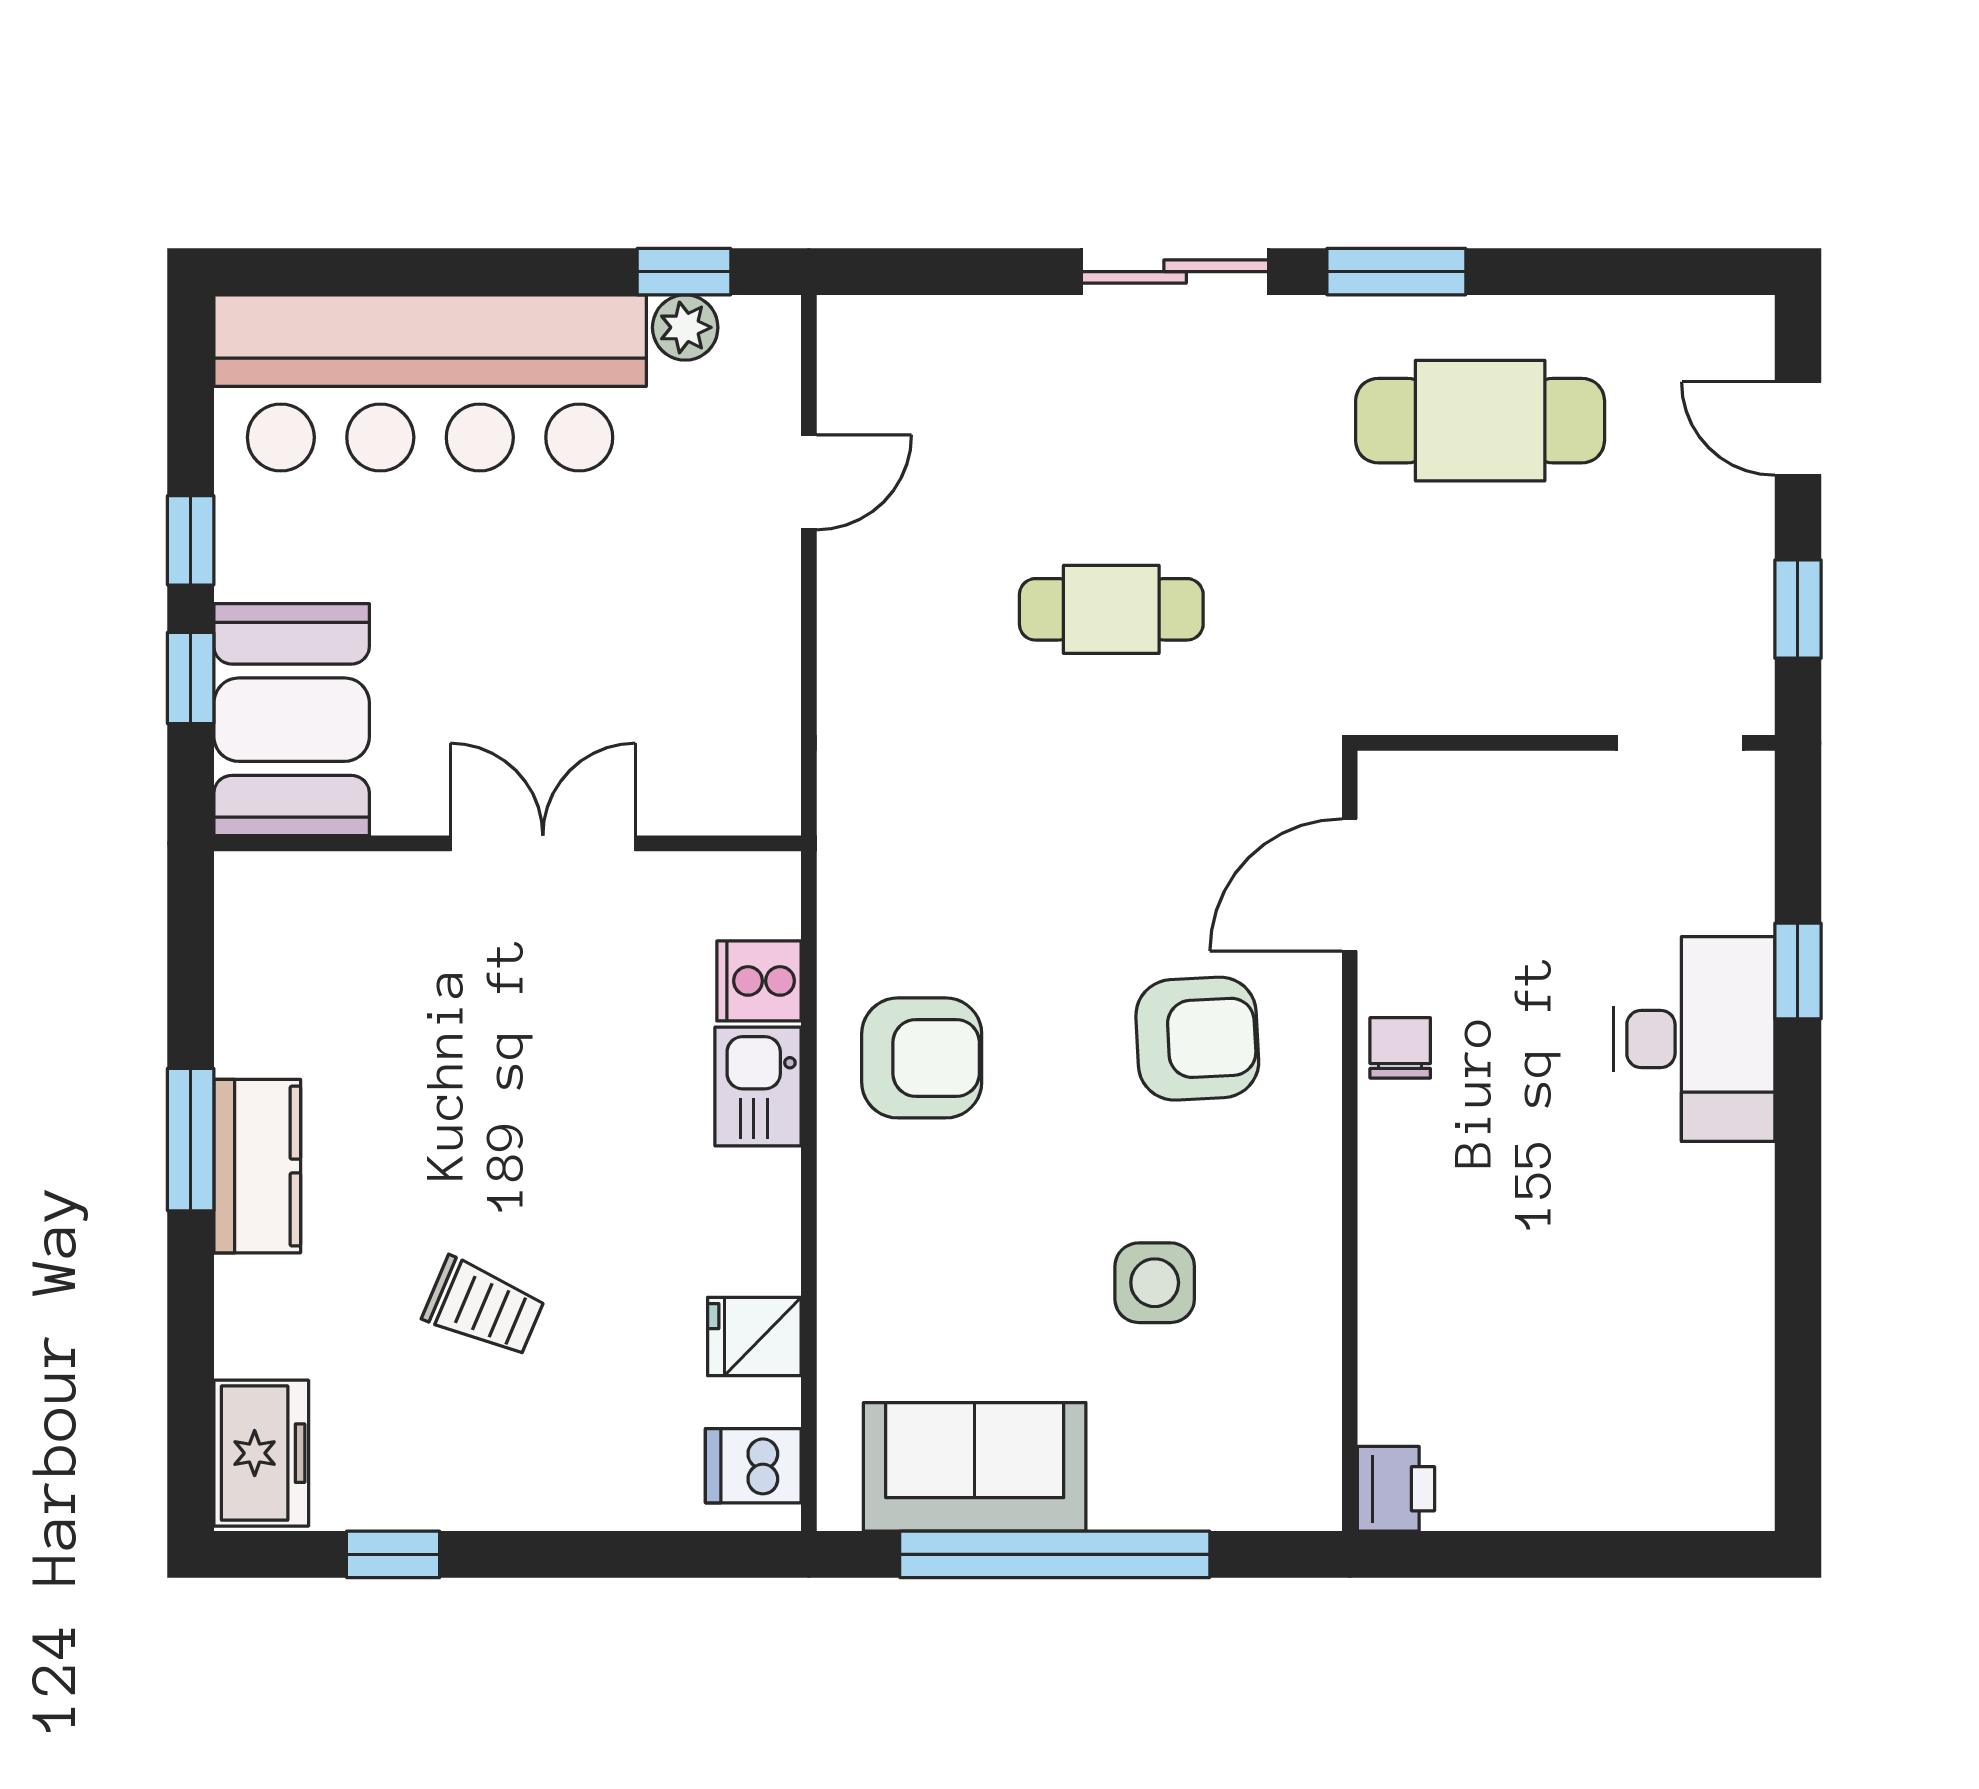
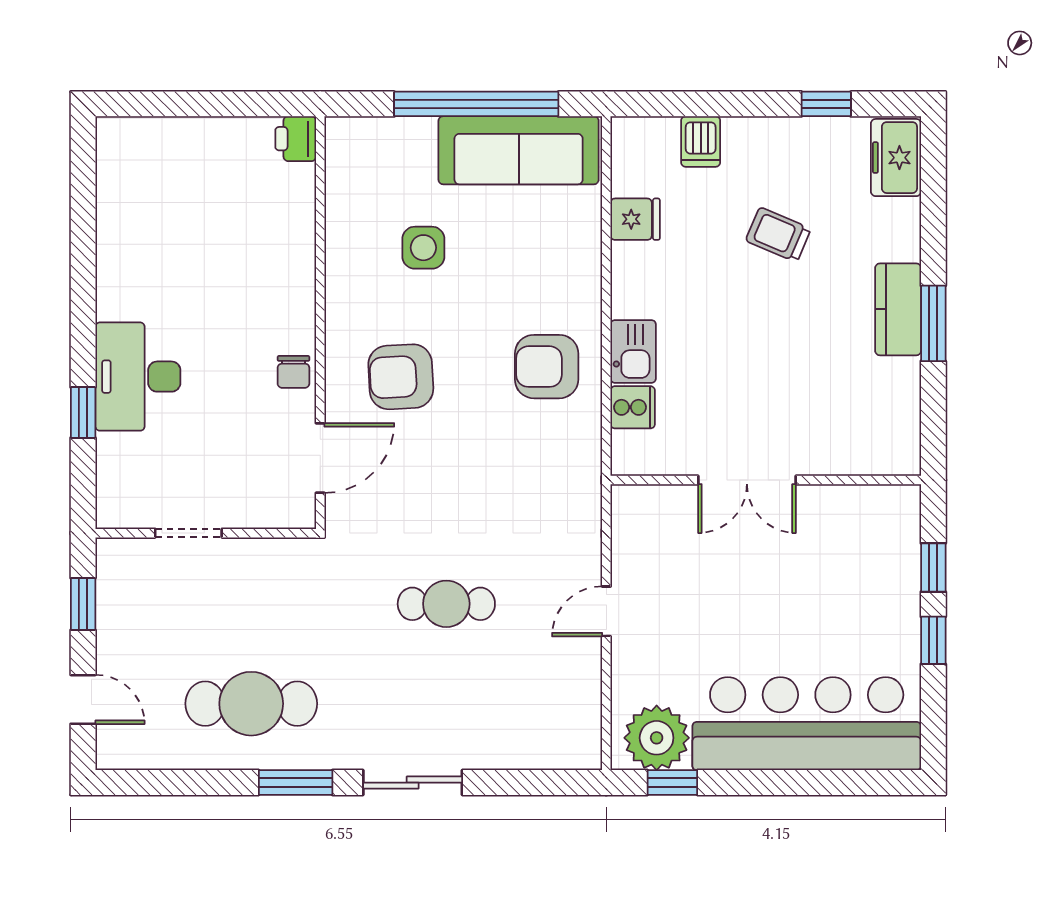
plant: (685, 327) -> (657, 738), width x1.87, depth x1.87
door: (809, 482) -> (606, 611), moved
booth: (292, 720) -> (880, 545), removed
doorway: (1680, 743) -> (188, 533), moved
dishwasher: (753, 1466) -> (701, 142), moved, turned 90
sofa: (975, 1467) -> (519, 150), width x1.36

